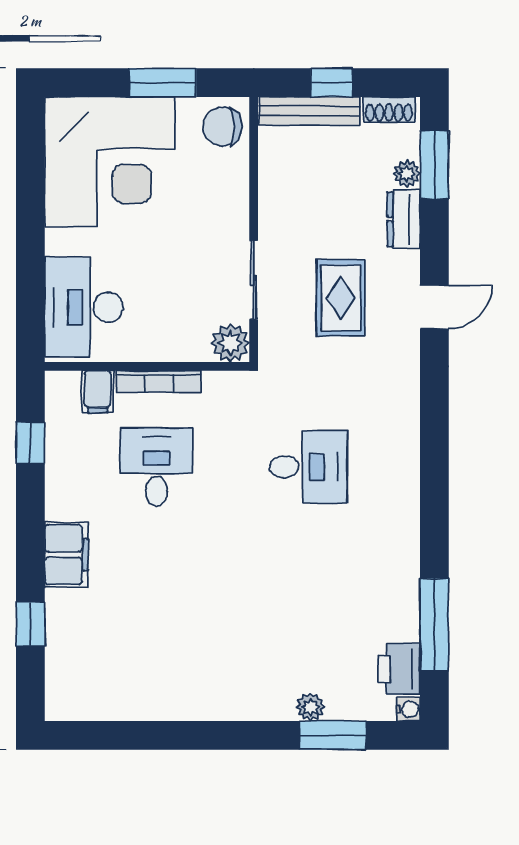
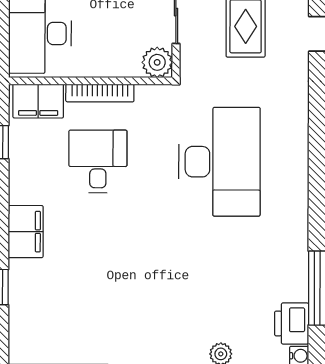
filing cabinet: (98, 392) -> (38, 101), width x2.00
desk: (308, 467) -> (219, 162), width x1.87, depth x1.30

